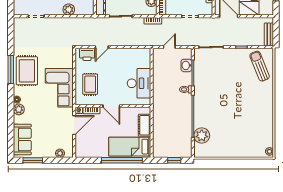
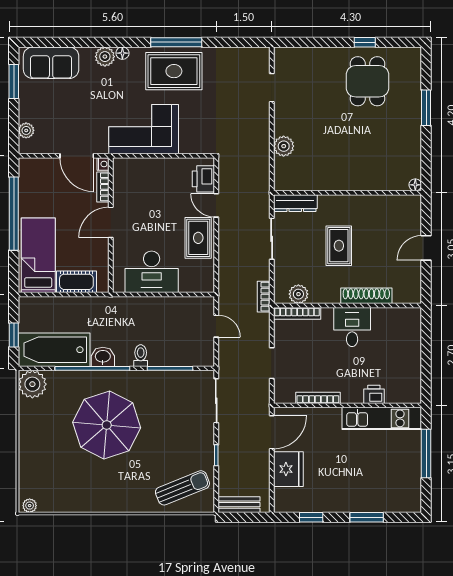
washbasin: (186, 65) -> (103, 357), moved
rug: (90, 84) -> (198, 238), moved, turned 90
parasol: (225, 108) -> (107, 425), added
plant: (202, 136) -> (32, 384), moved
bathtub: (182, 138) -> (54, 350), added
window: (122, 160) -> (14, 214), moved

